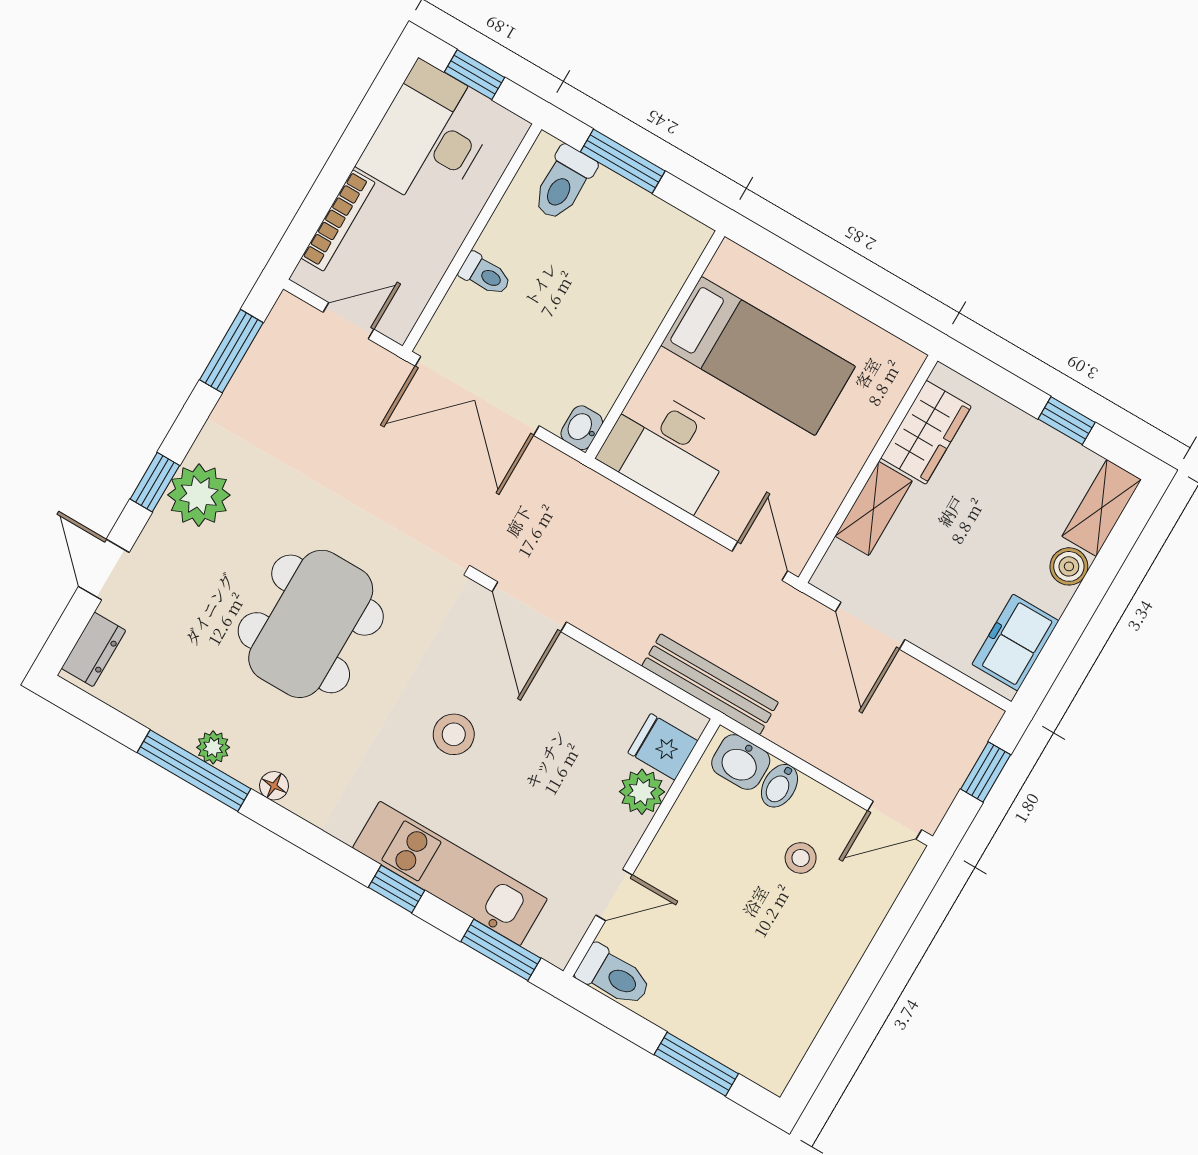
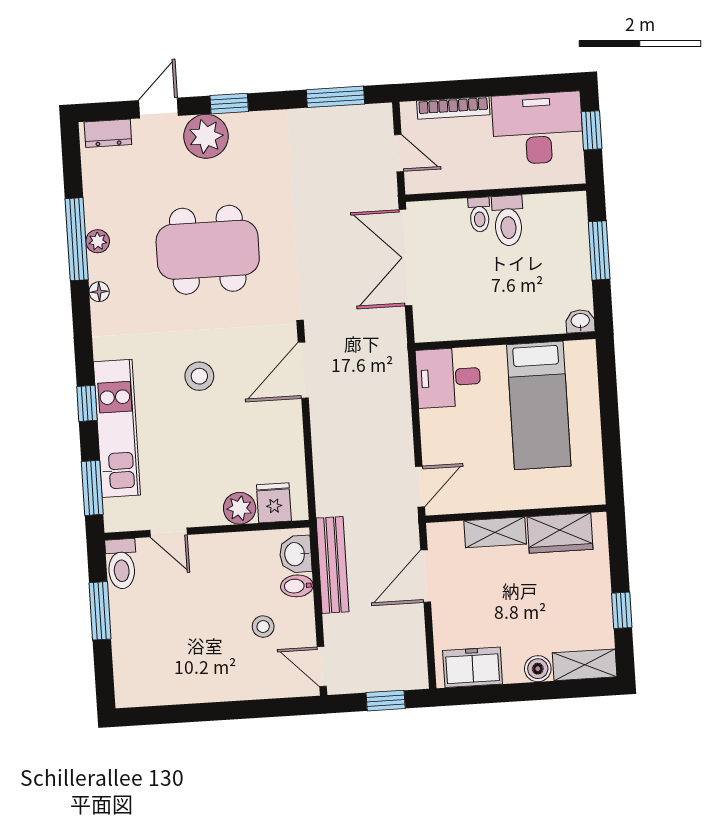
toilet: (564, 183) -> (508, 221), moved, turned -90
washbasin: (582, 428) -> (580, 321), moved
desk: (667, 449) -> (448, 377), width x0.73
plant: (199, 495) -> (206, 136), moved
bench: (710, 684) -> (333, 565), moved
window: (696, 1064) -> (100, 611), moved

